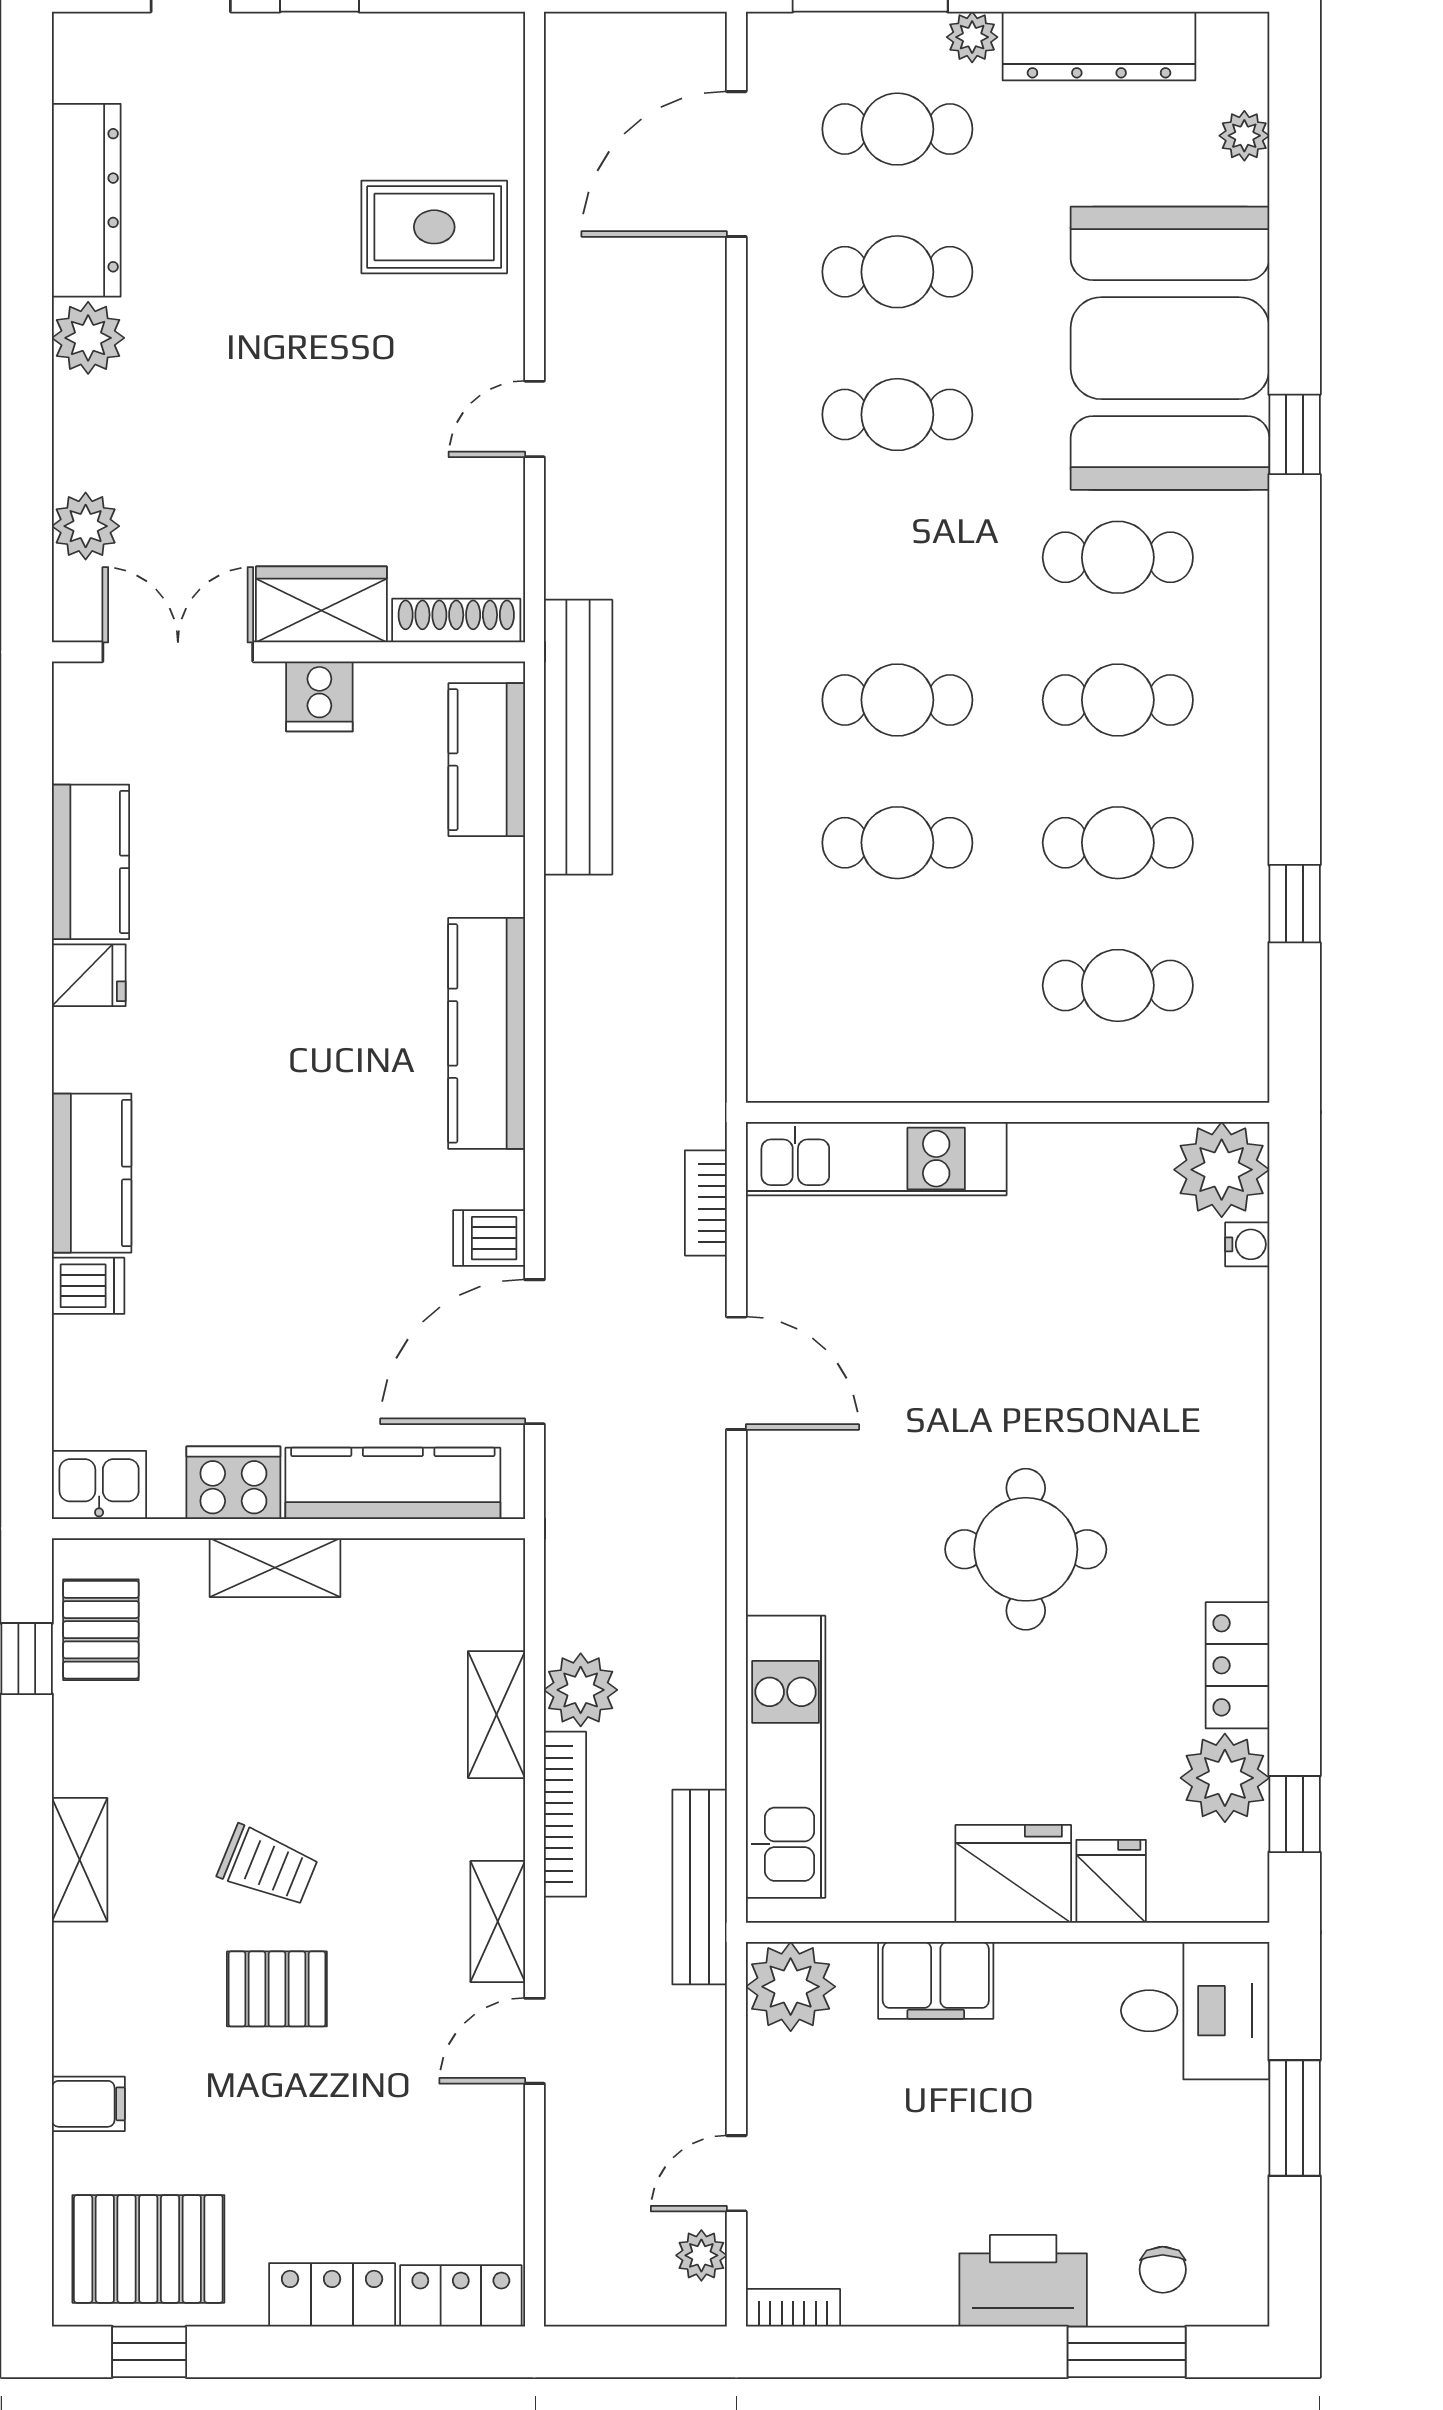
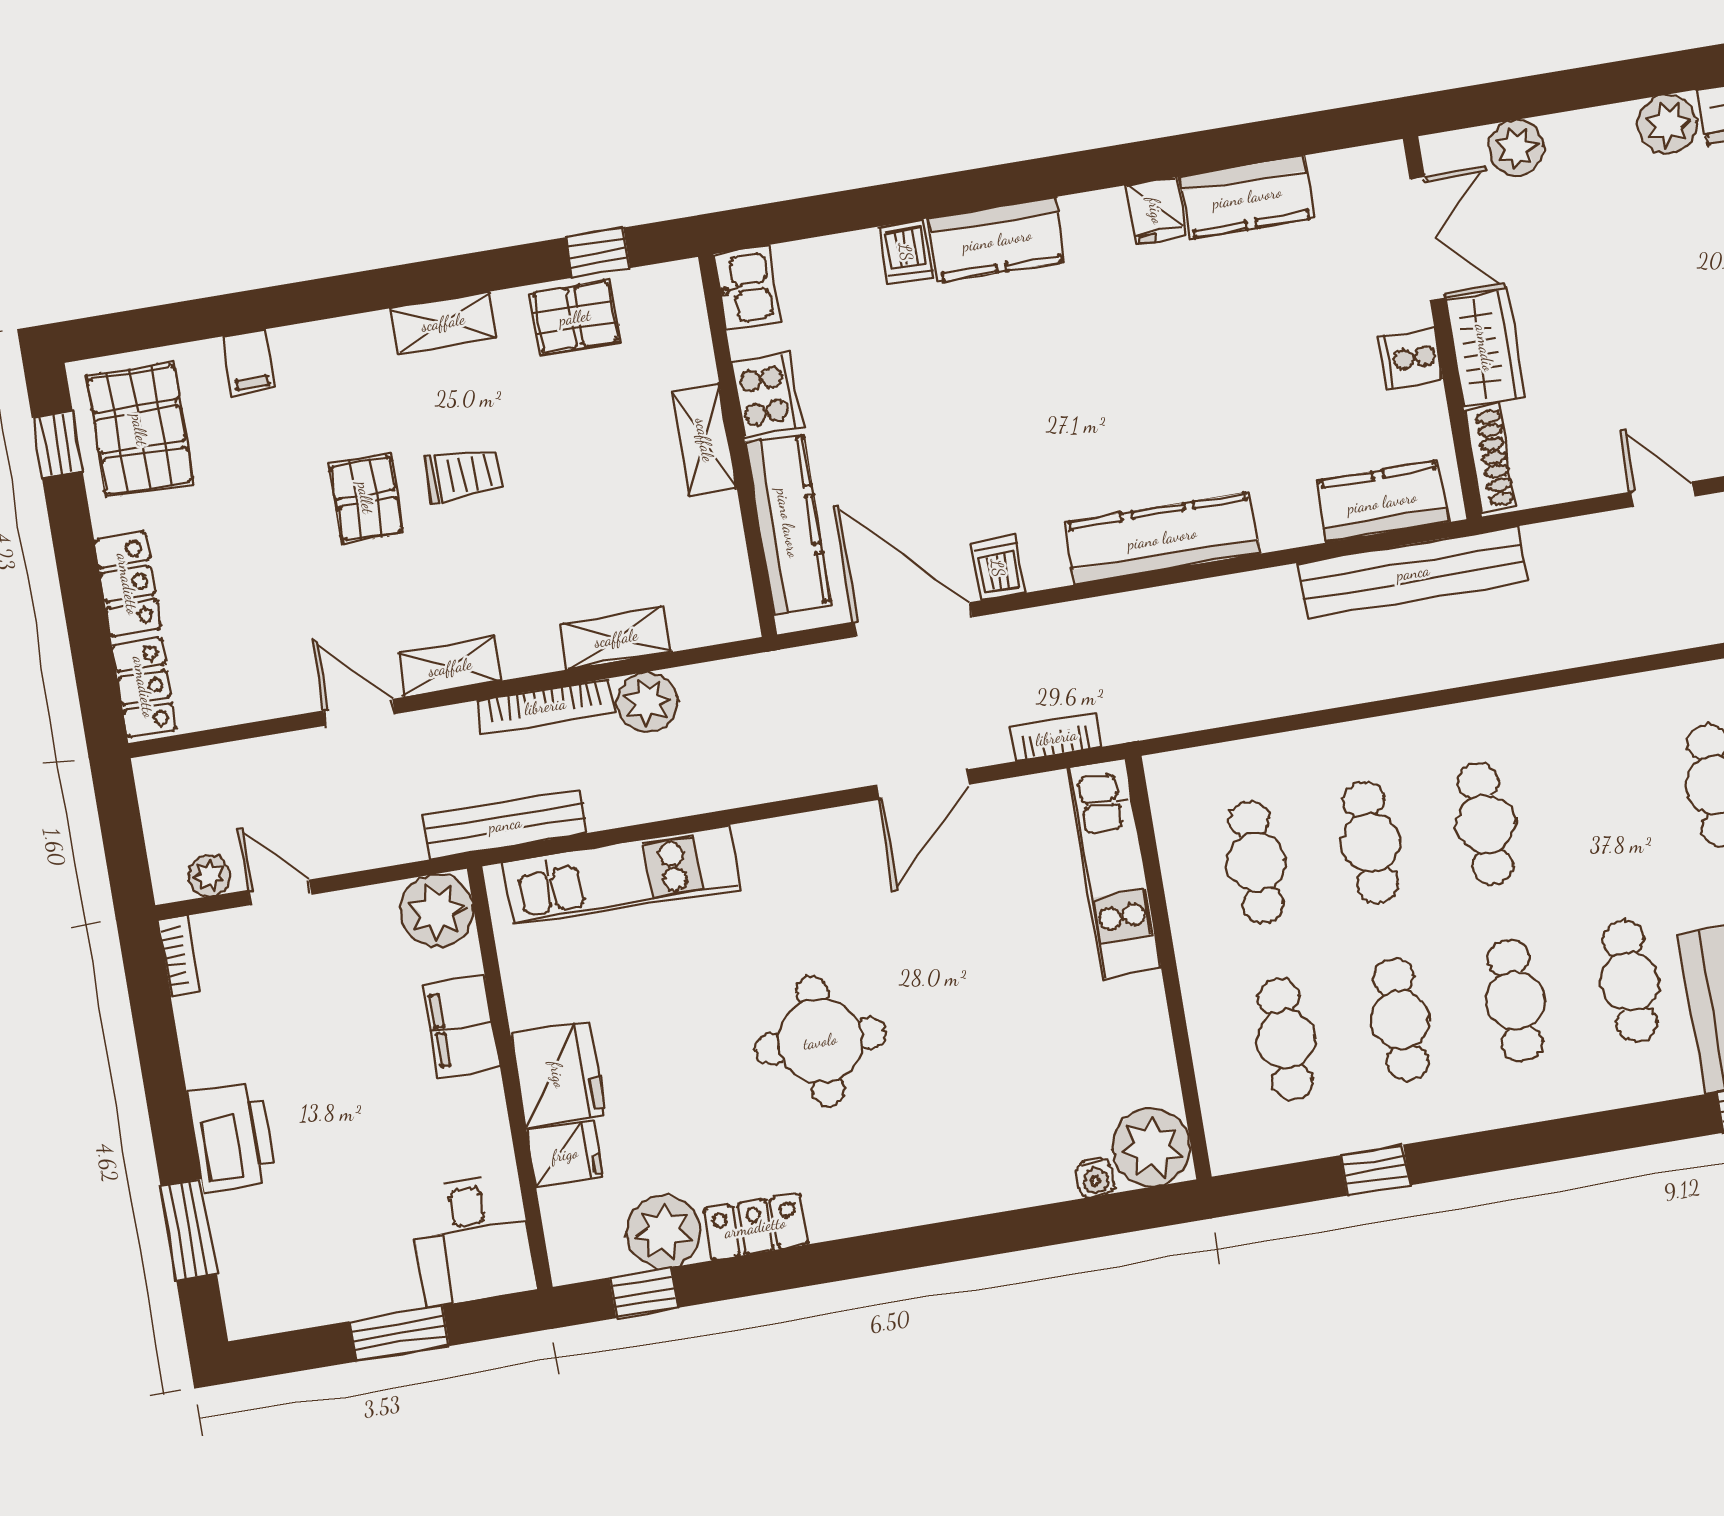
cafe table: (897, 985) -> (1256, 862), added
pallet: (101, 1630) -> (575, 317), moved
trolley: (268, 1866) -> (464, 474), turned -112
chair: (1163, 2270) -> (260, 1248), removed

